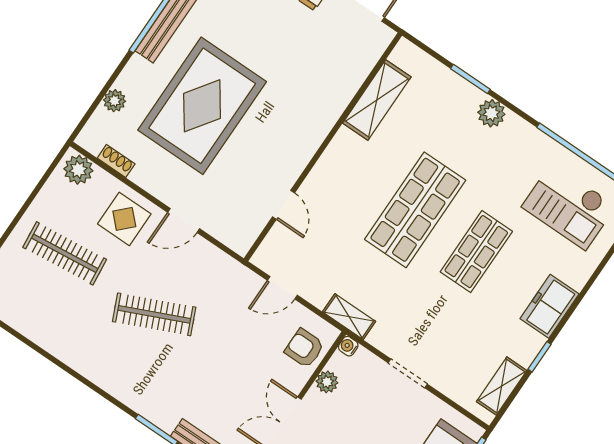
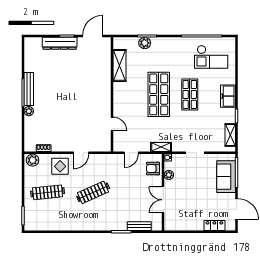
plant: (114, 101) -> (29, 111), moved
rug: (202, 106) -> (60, 109), removed
plant: (491, 113) -> (145, 43), moved

